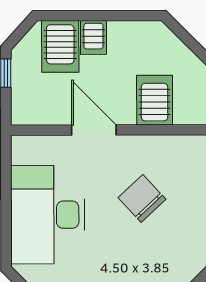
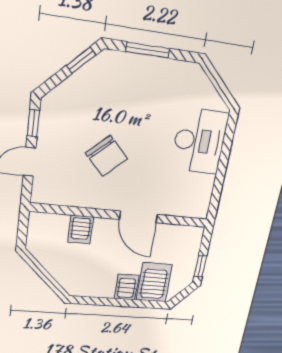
server rack: (155, 100) -> (81, 230), width x0.73, depth x0.70
desk: (48, 215) -> (199, 141), width x0.73, depth x0.77

